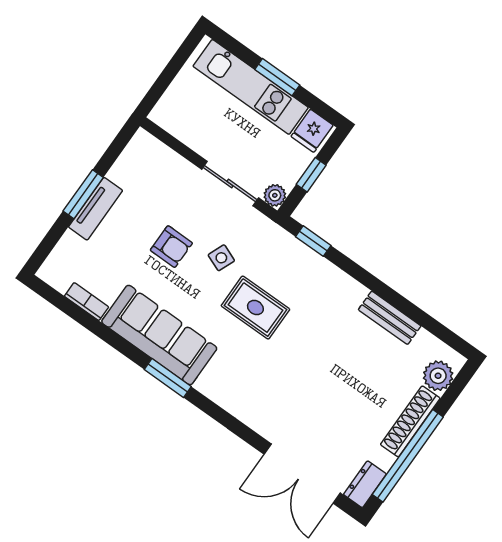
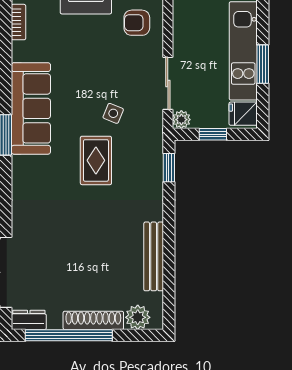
armchair: (171, 247) -> (137, 23), moved, turned 90
bookcase: (87, 302) -> (19, 22), moved
bench: (390, 318) -> (154, 256), width x1.36

